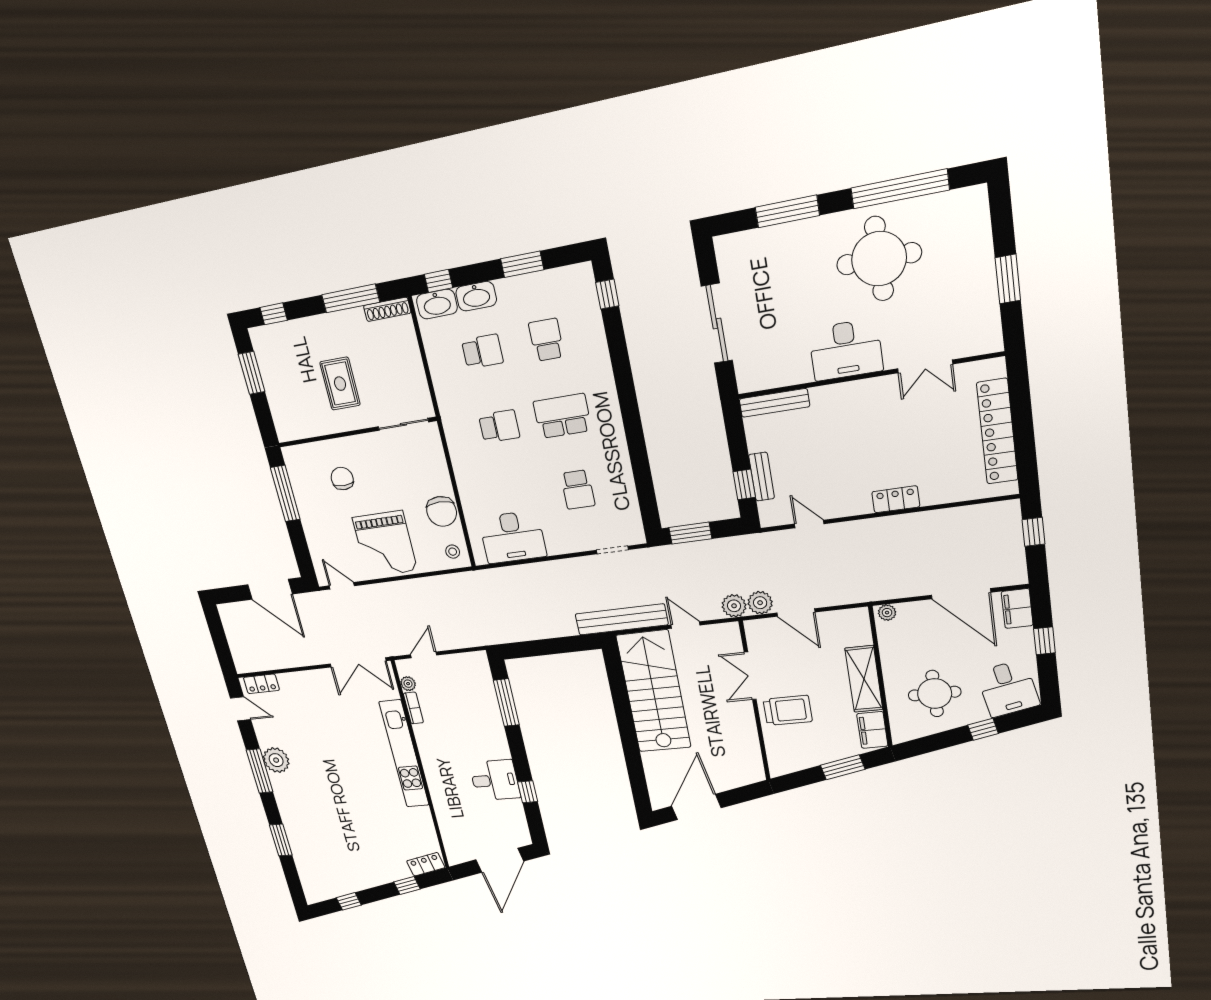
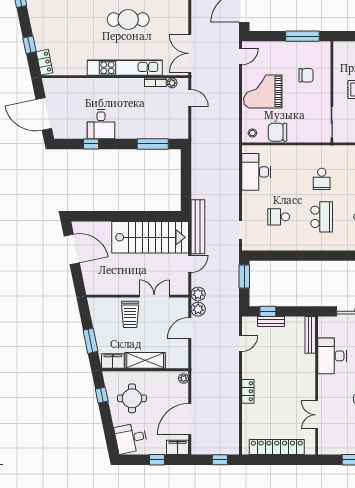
desk: (846, 350) -> (332, 356), moved
window: (983, 729) -> (102, 395), moved
cafe table: (335, 755) -> (128, 20), added

